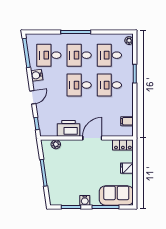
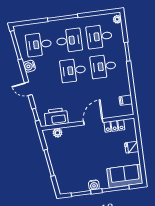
desk: (79, 55) -> (69, 40), turned 180
door: (33, 97) -> (28, 89), swing flipped
printer: (69, 128) -> (56, 117), moved
locker: (123, 145) -> (114, 126), moved

